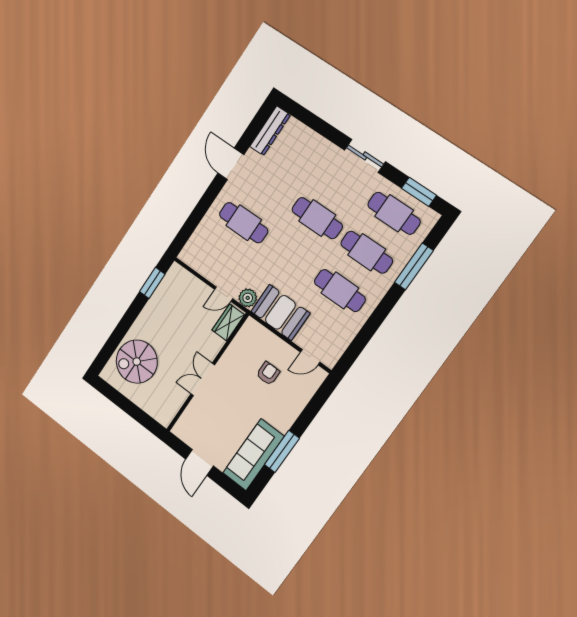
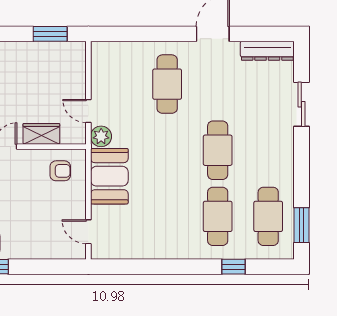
sliding door: (365, 156) -> (301, 104), moved
window: (414, 266) -> (234, 267), width x0.46
cafe table: (340, 290) -> (167, 216), removed
wardrobe: (228, 322) -> (41, 134), moved
armchair: (268, 373) -> (60, 171), moved

